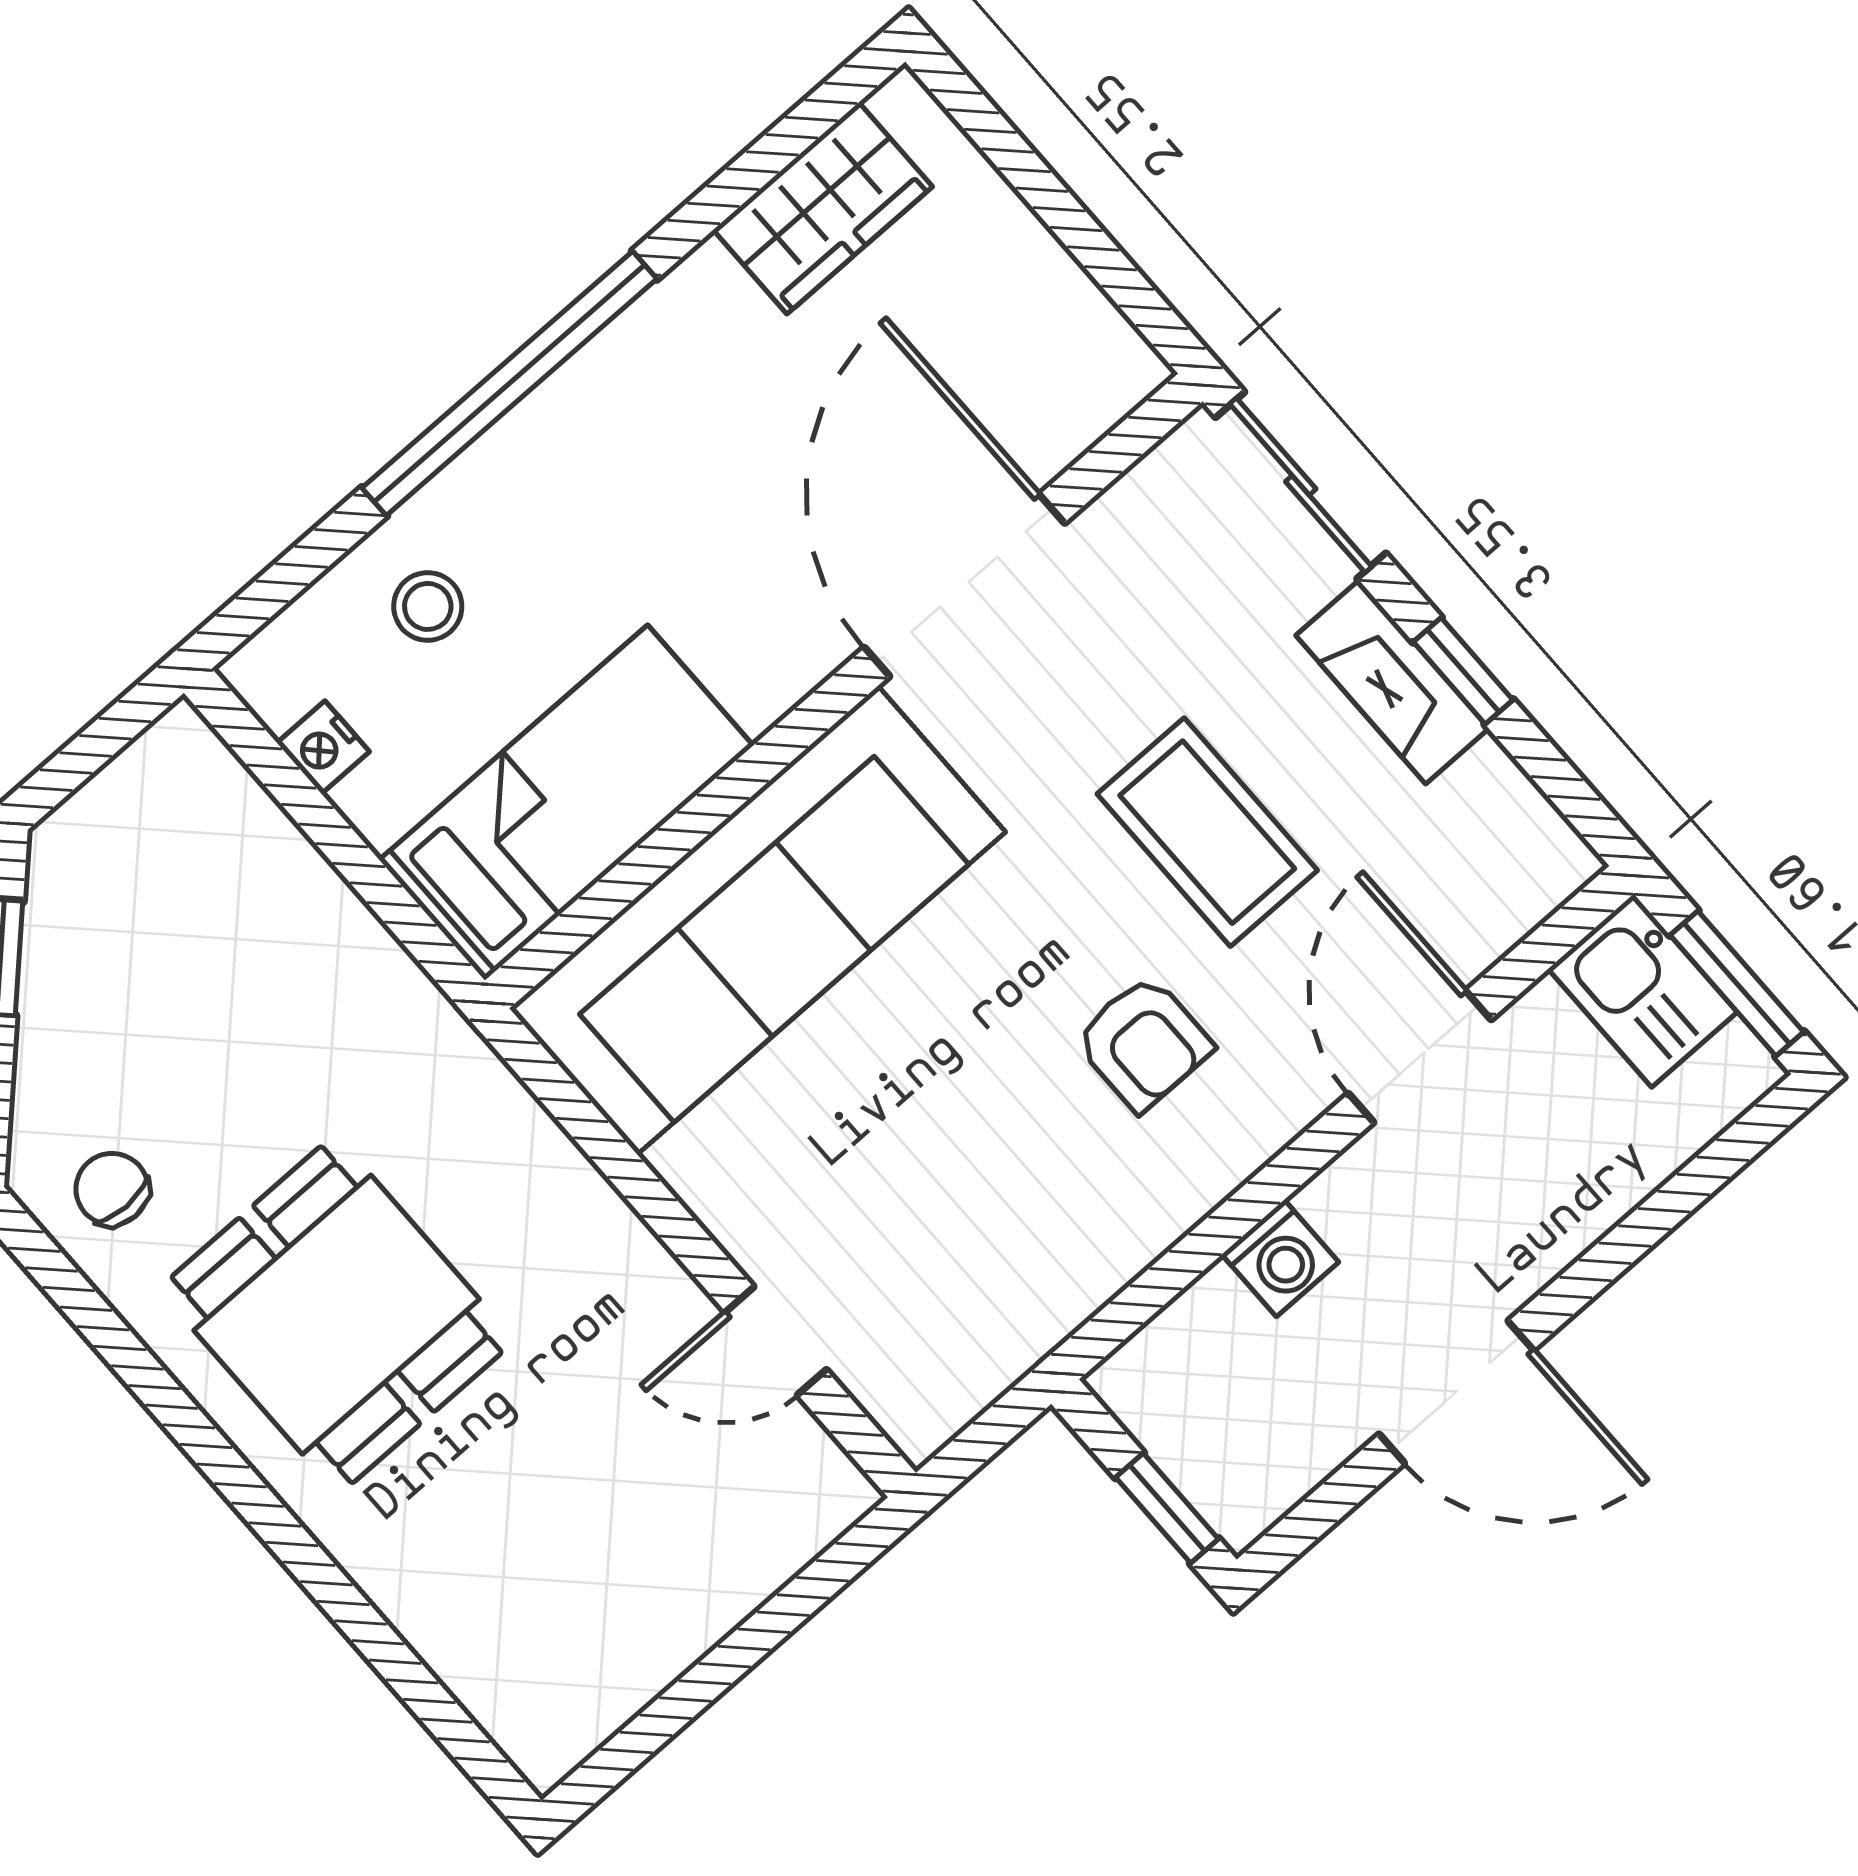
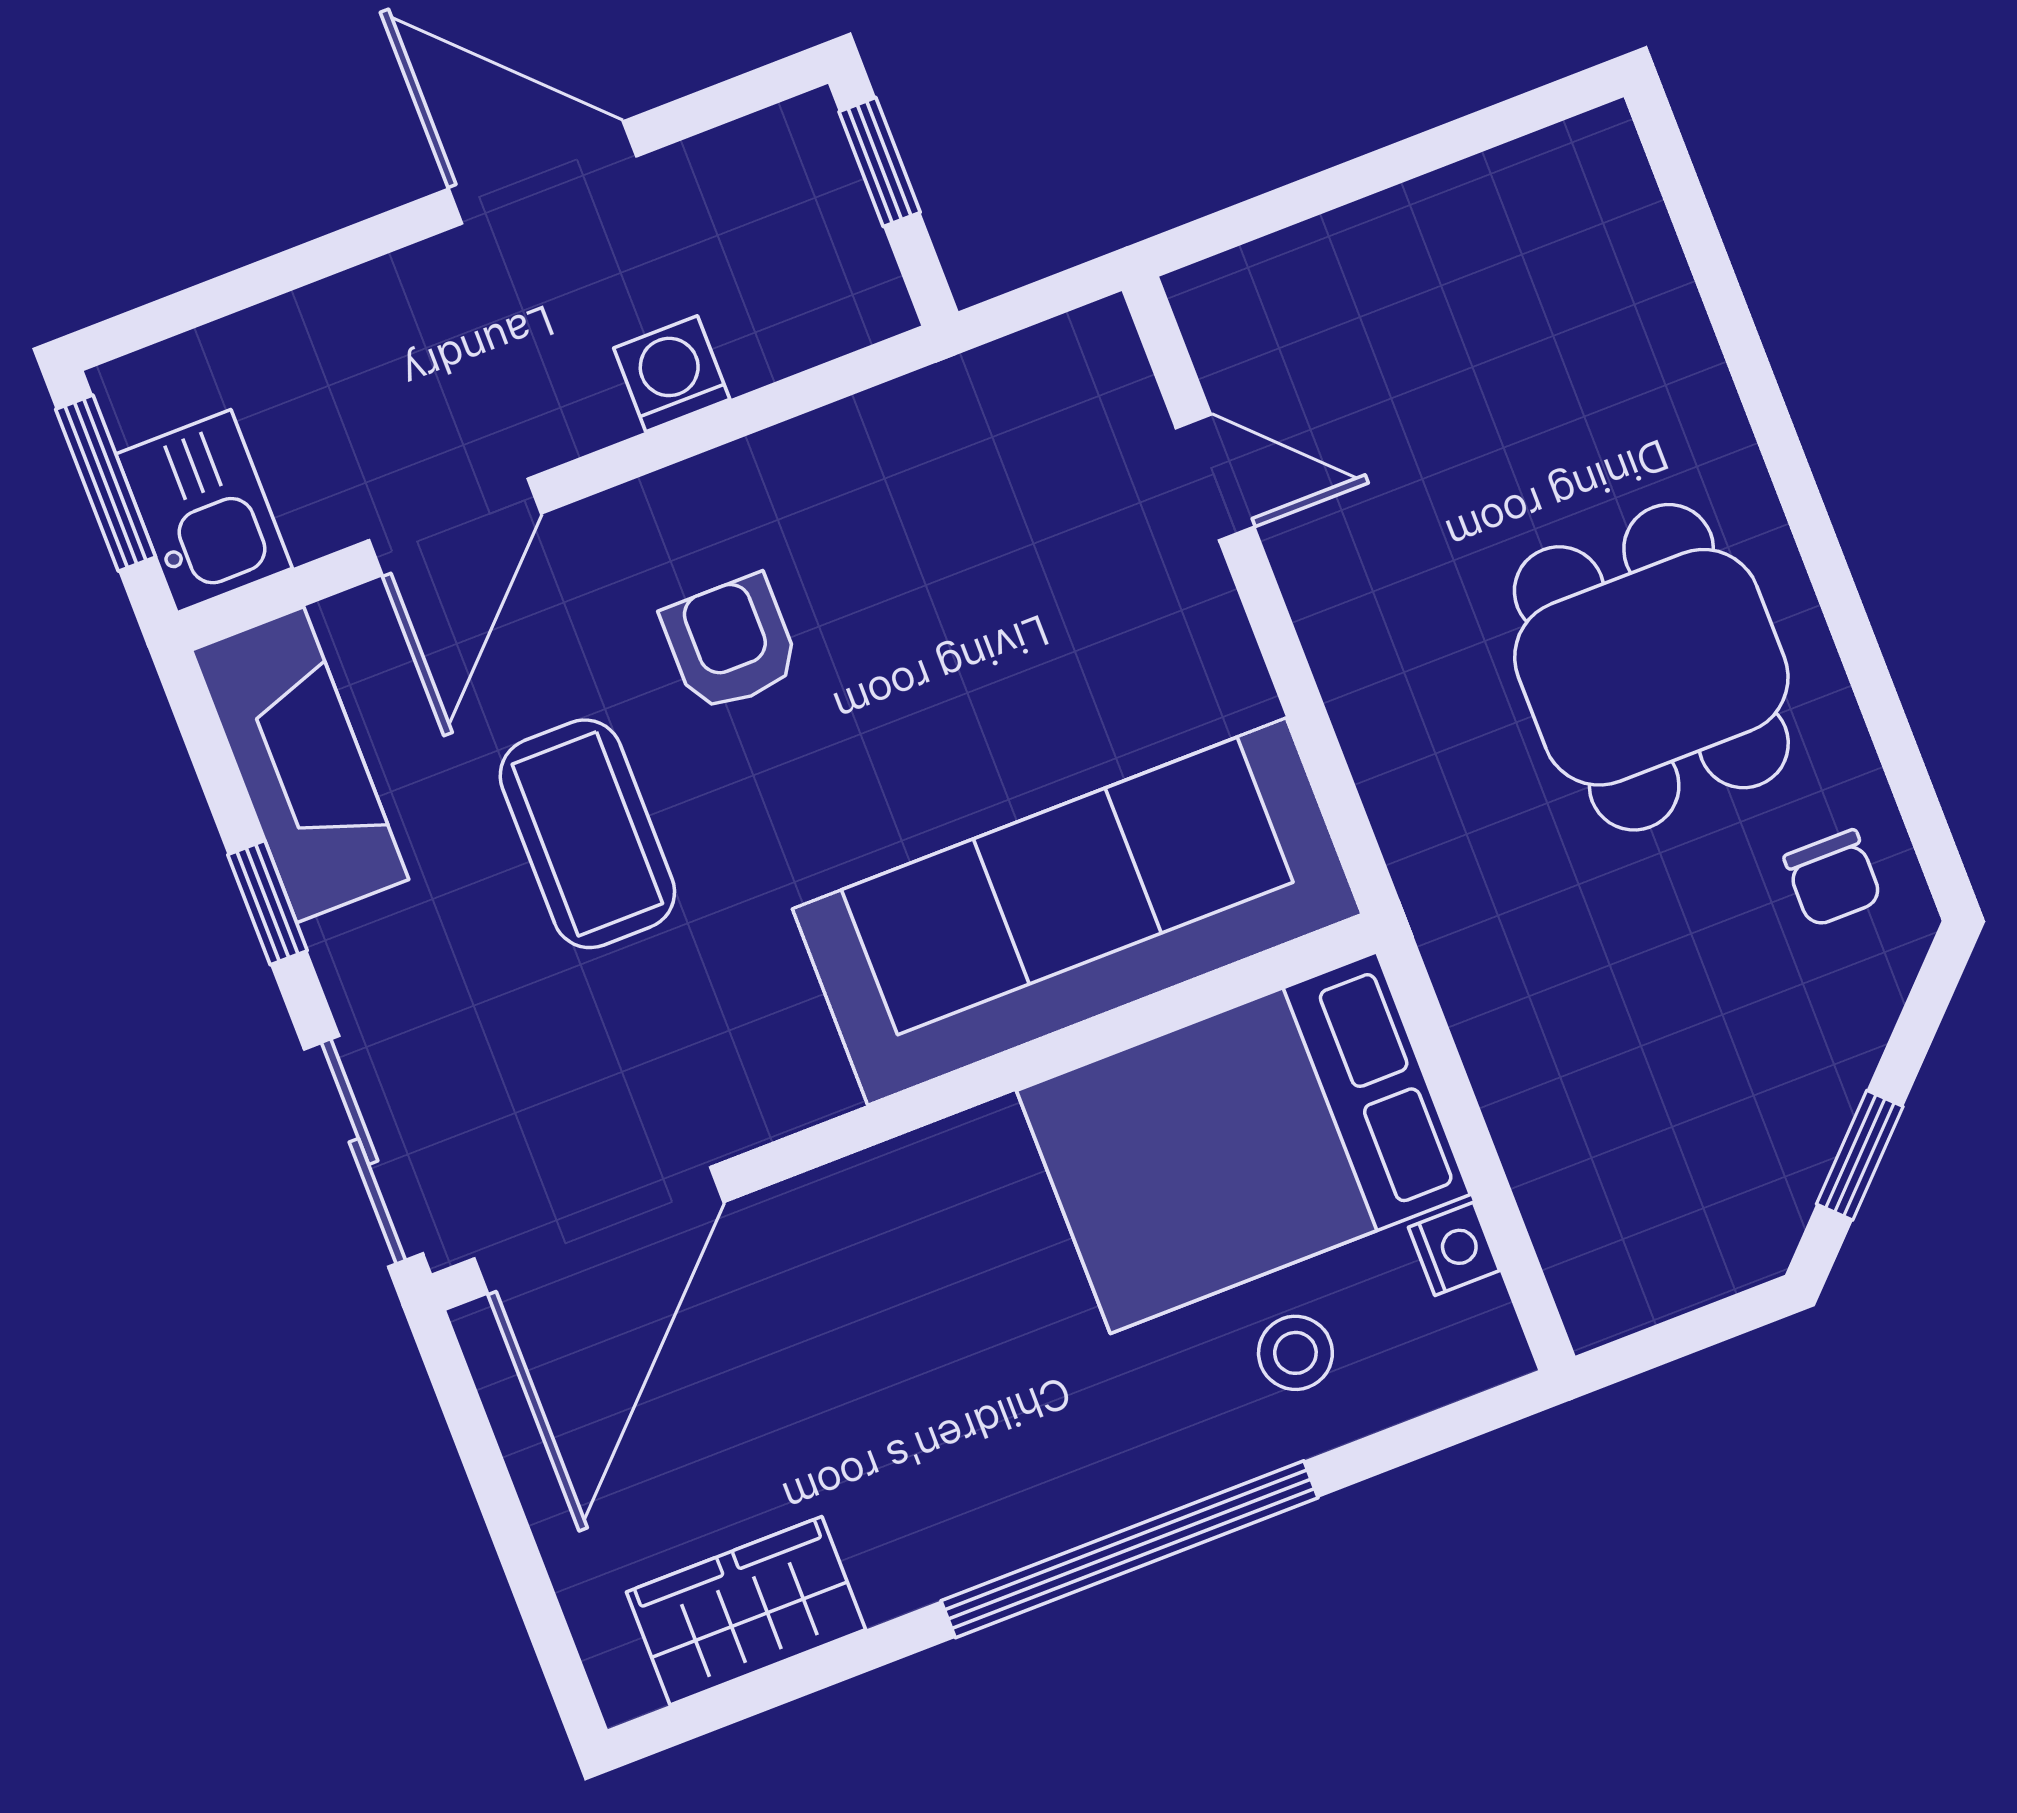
door: (964, 585) -> (599, 1230), moved
fireplace: (1392, 682) -> (300, 765), moved, width x1.37, depth x1.32
bed: (566, 803) -> (1243, 1143), width x1.50

